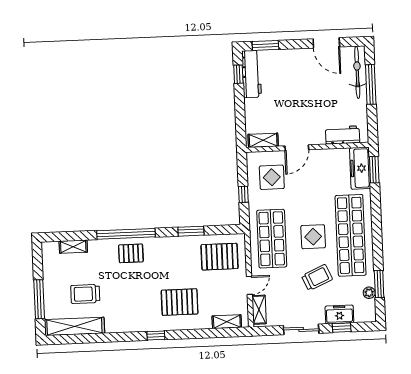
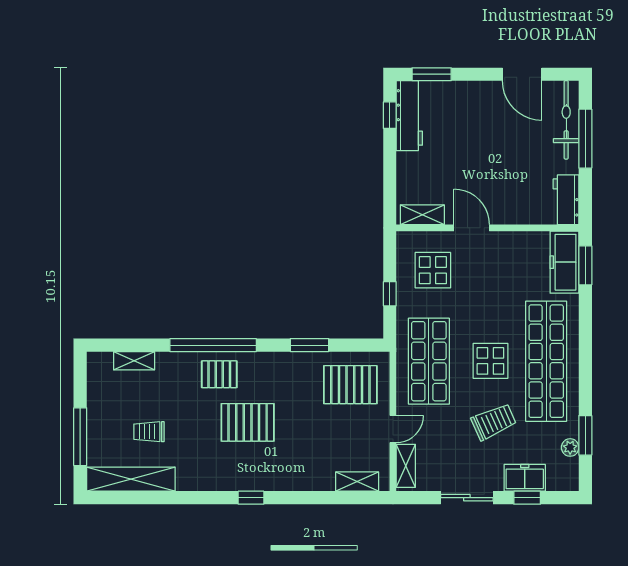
workbench: (343, 135) -> (566, 200), moved, turned -90
door: (297, 148) -> (472, 228), swing flipped
trolley: (85, 294) -> (149, 432), width x0.73, depth x0.72
pallet: (180, 302) -> (248, 422), moved

